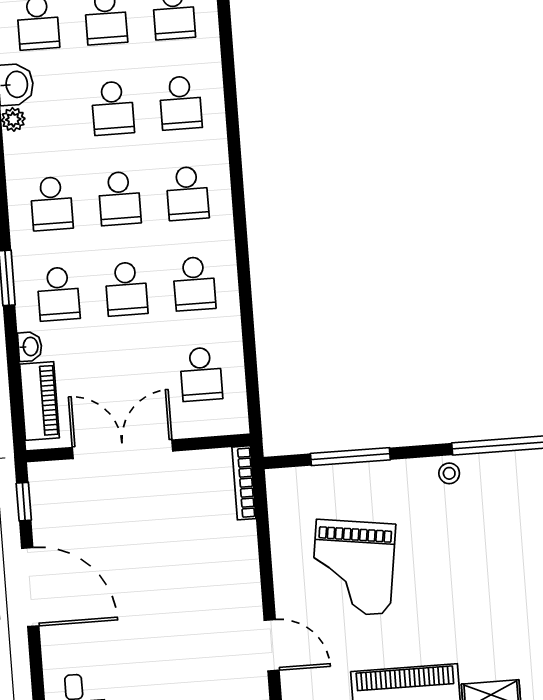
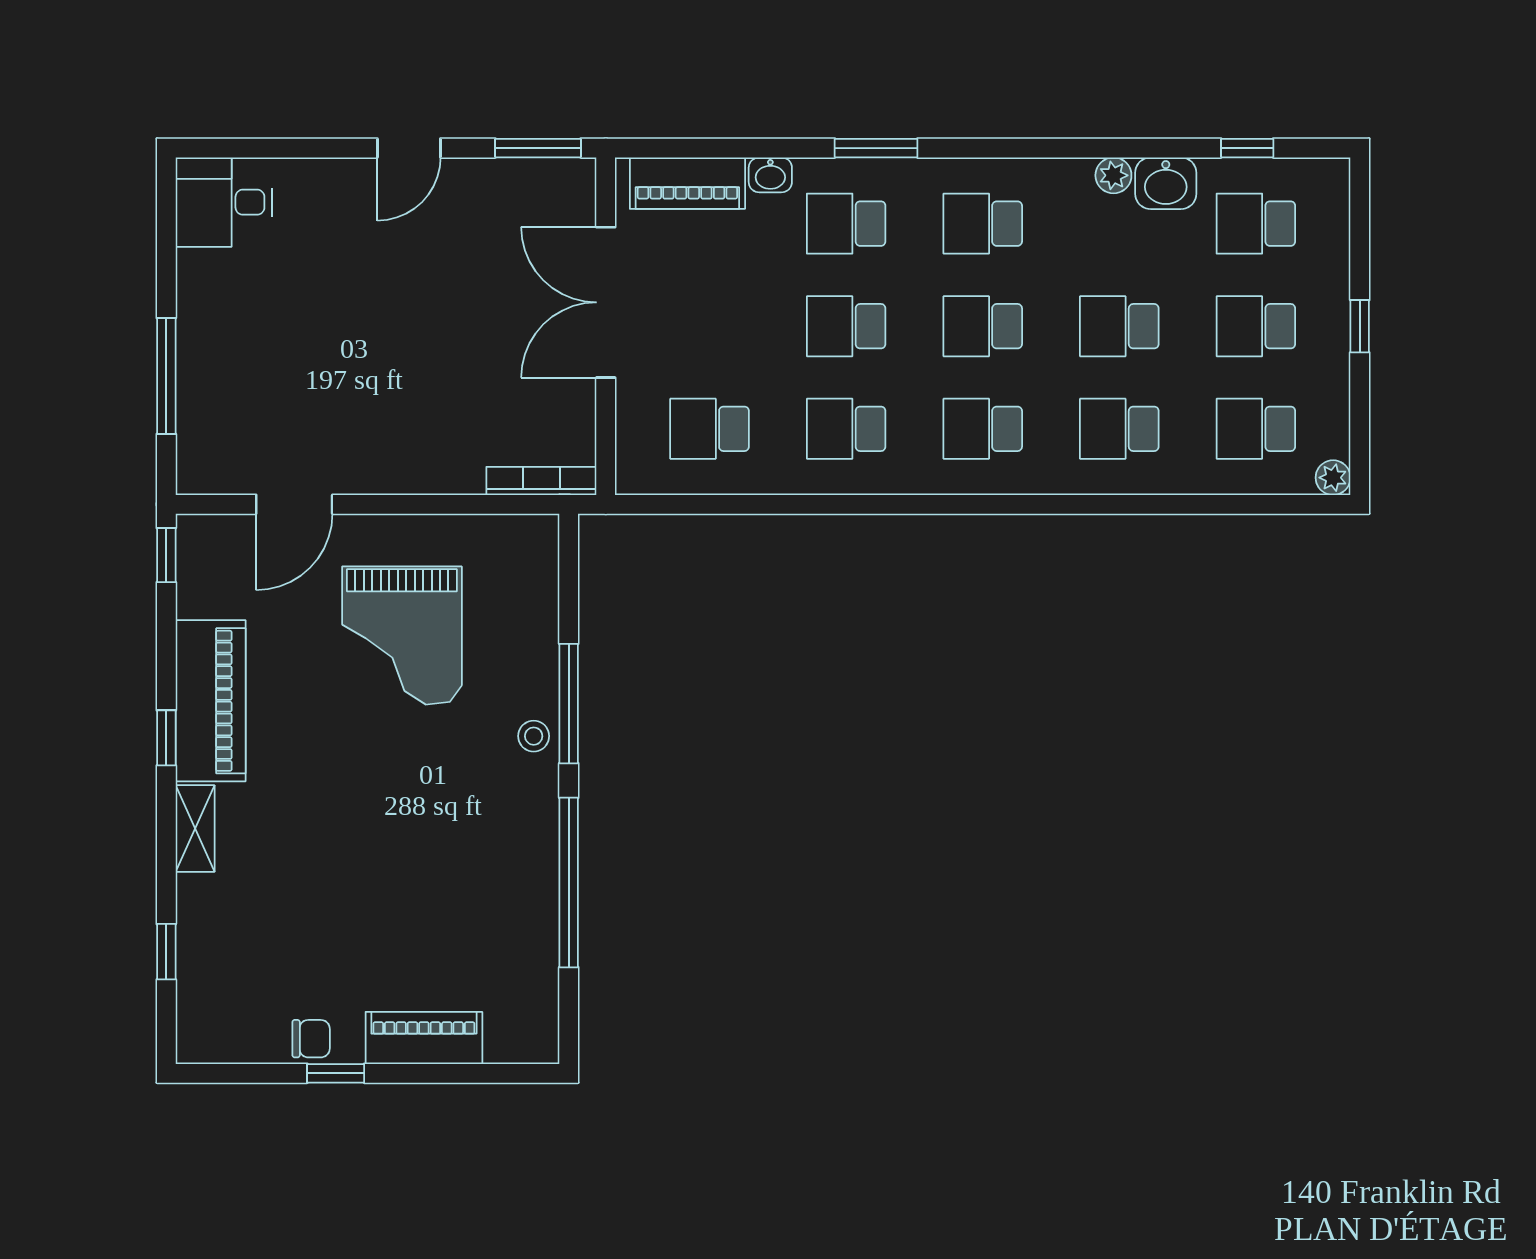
double door: (122, 449) -> (606, 302), swing flipped
window: (350, 457) -> (569, 704), moved
stool: (449, 473) -> (534, 736), moved
window: (24, 502) -> (538, 148), width x1.50
grand piano: (353, 567) -> (402, 636), turned -98
door: (30, 587) -> (409, 148), width x0.53

